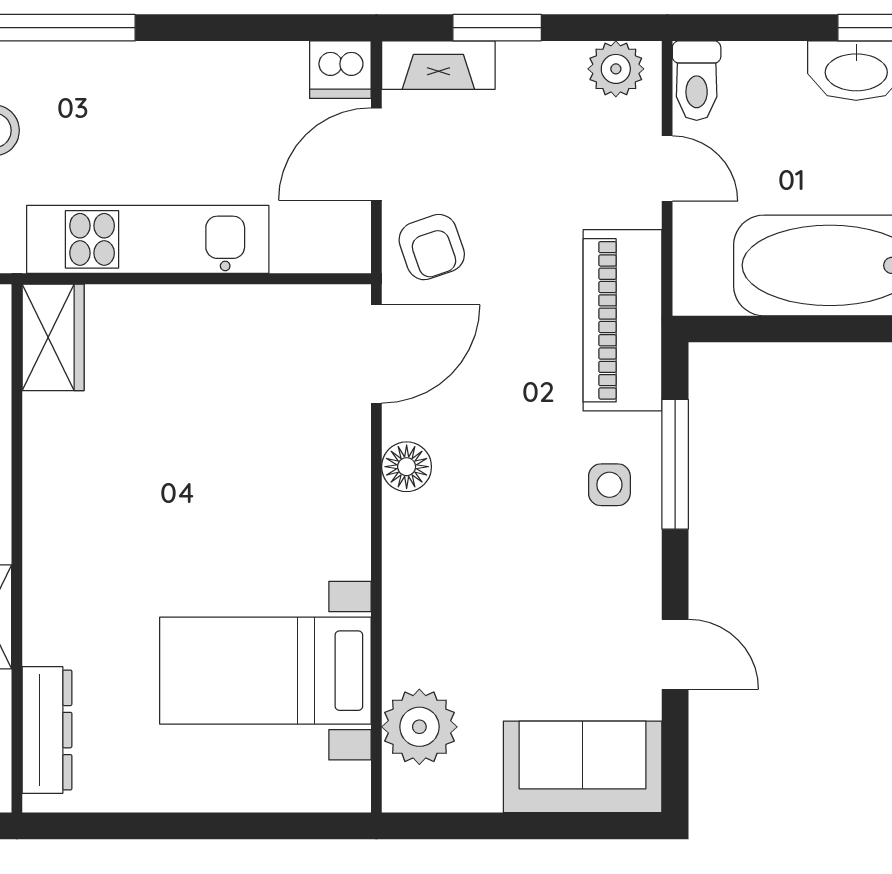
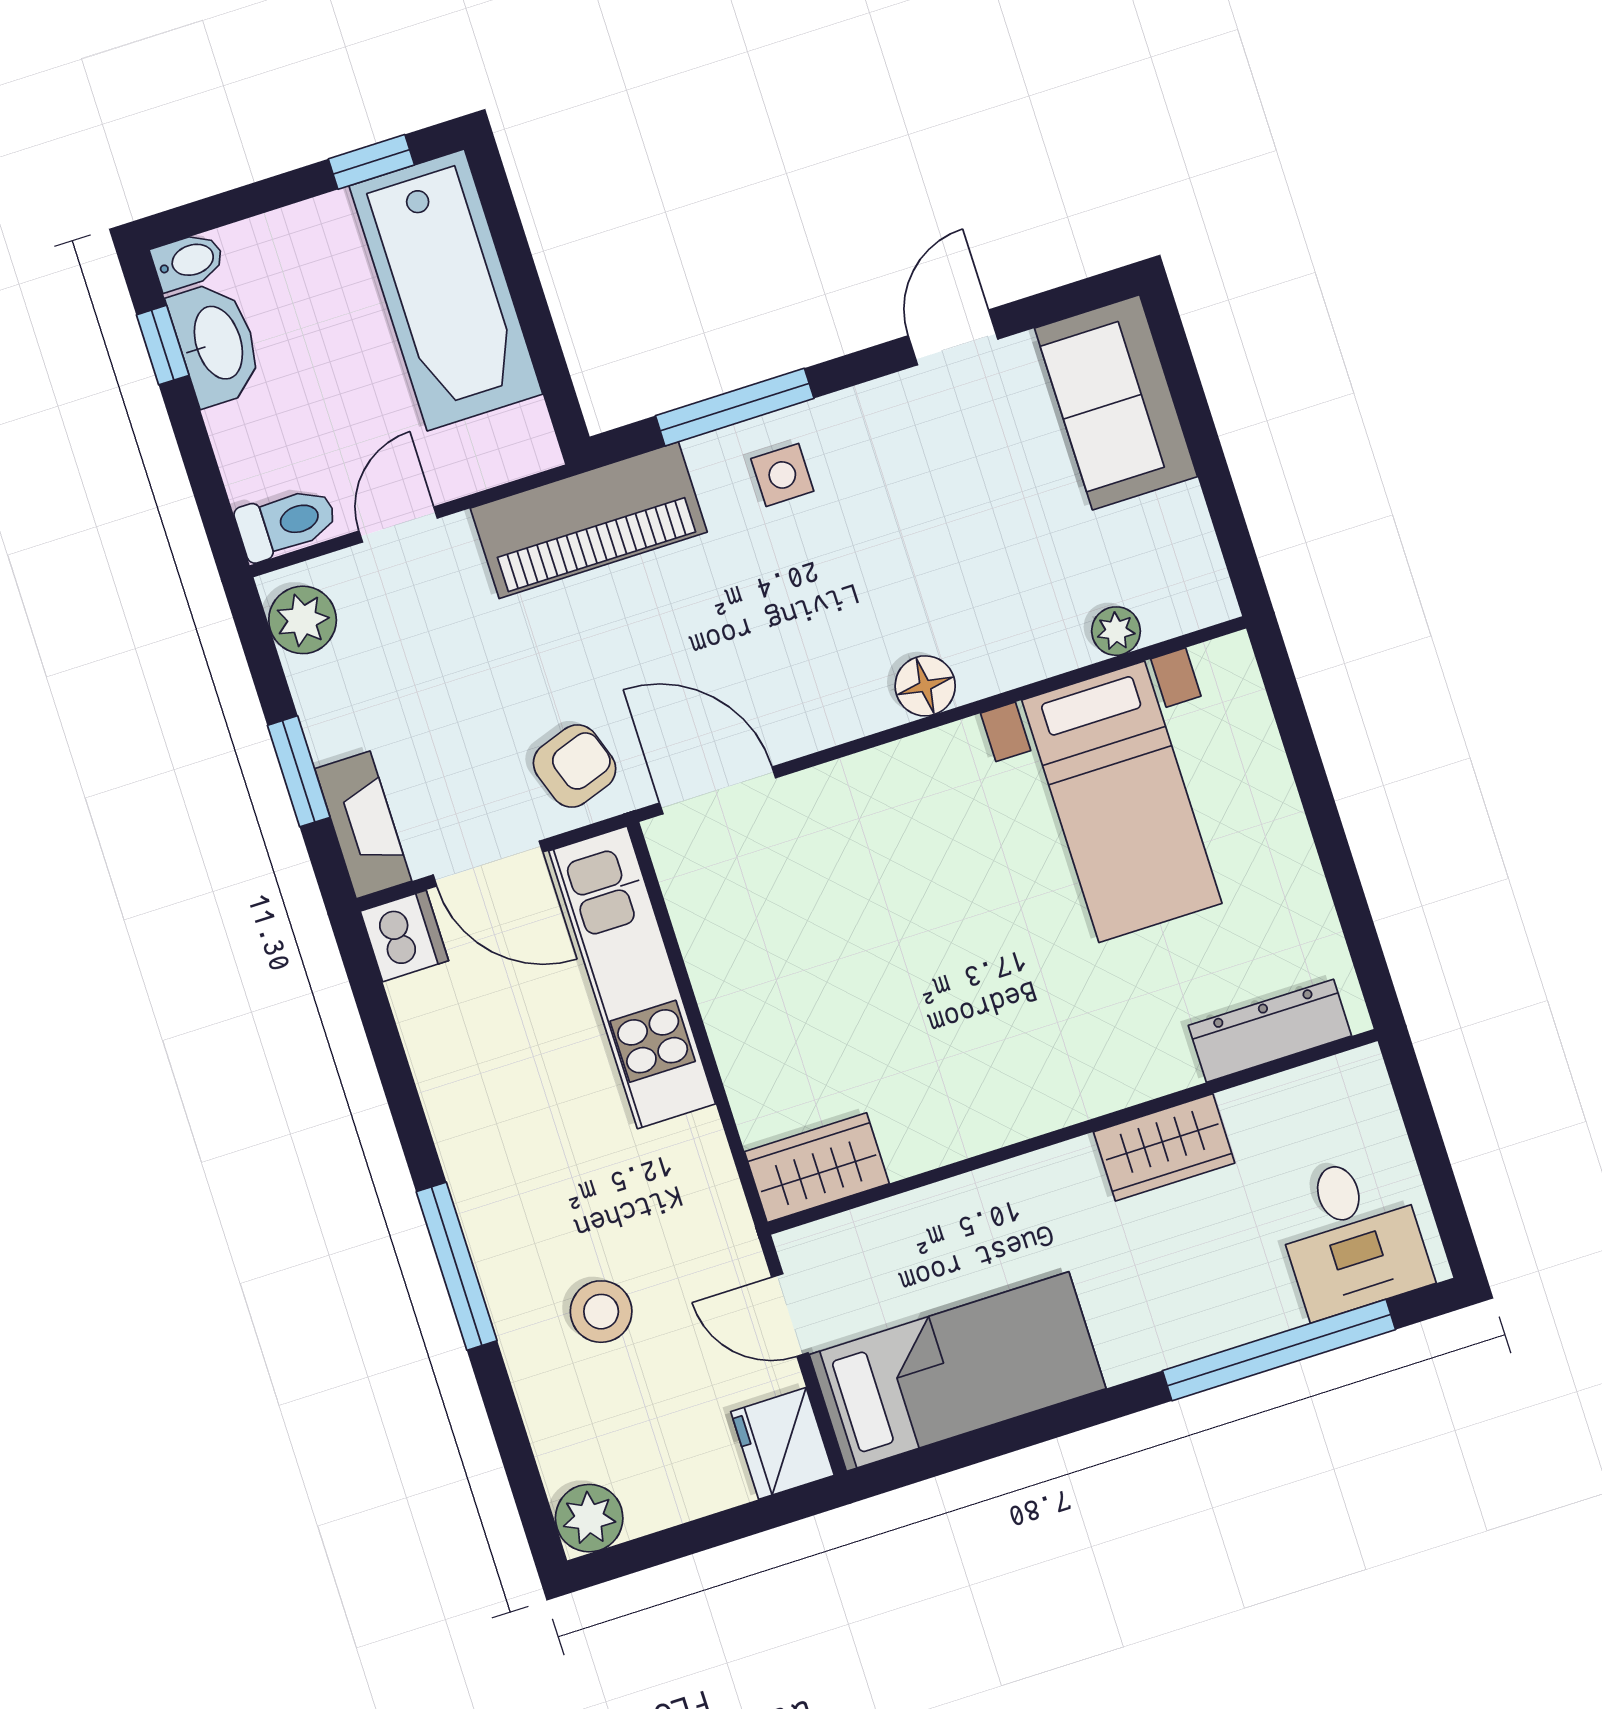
kitchen unit: (148, 239) -> (632, 977), moved
floor lamp: (407, 467) -> (925, 686), moved
plant: (419, 727) -> (1116, 631), width x0.53, depth x0.53

